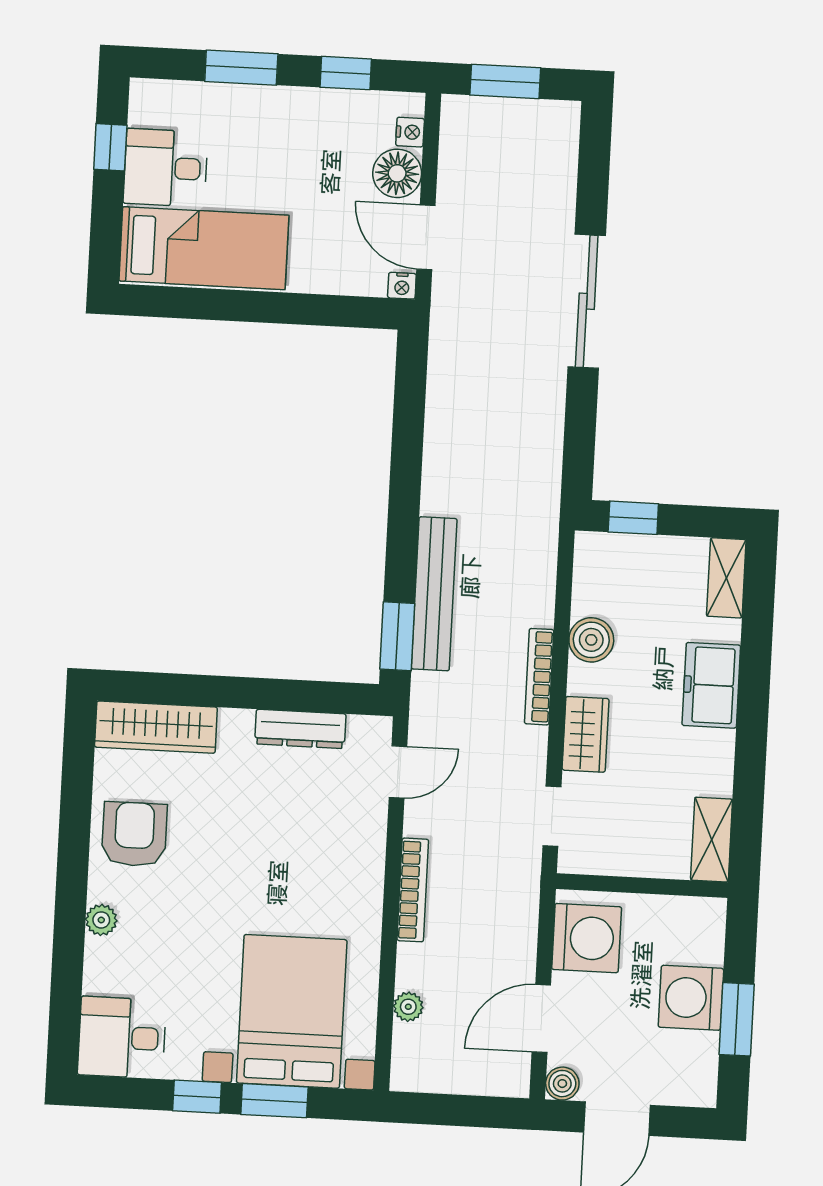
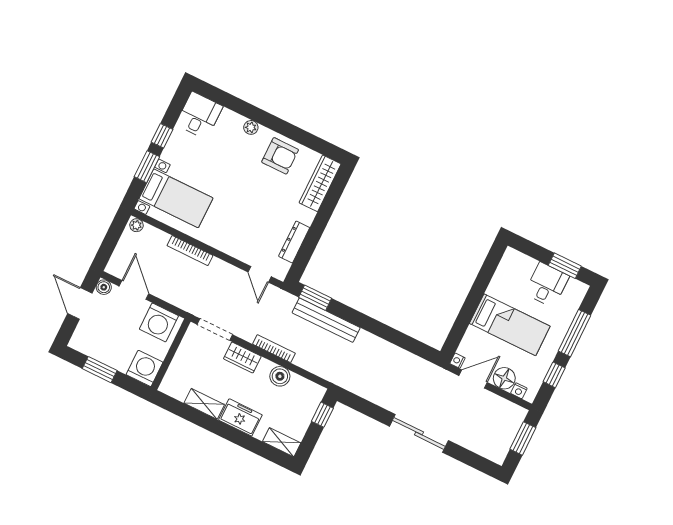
window: (241, 68) -> (575, 333), width x1.44
window: (110, 147) -> (565, 266), width x1.50
bed: (204, 248) -> (510, 325), moved, turned -90
doorway: (552, 816) -> (215, 330), width x1.38
shelving: (712, 840) -> (204, 404), moved
bookcase: (413, 890) -> (190, 251), moved
washing machine: (691, 998) -> (145, 368), moved
plant: (408, 1007) -> (136, 225), moved
bed with nightstands: (292, 1011) -> (176, 198), width x0.73

